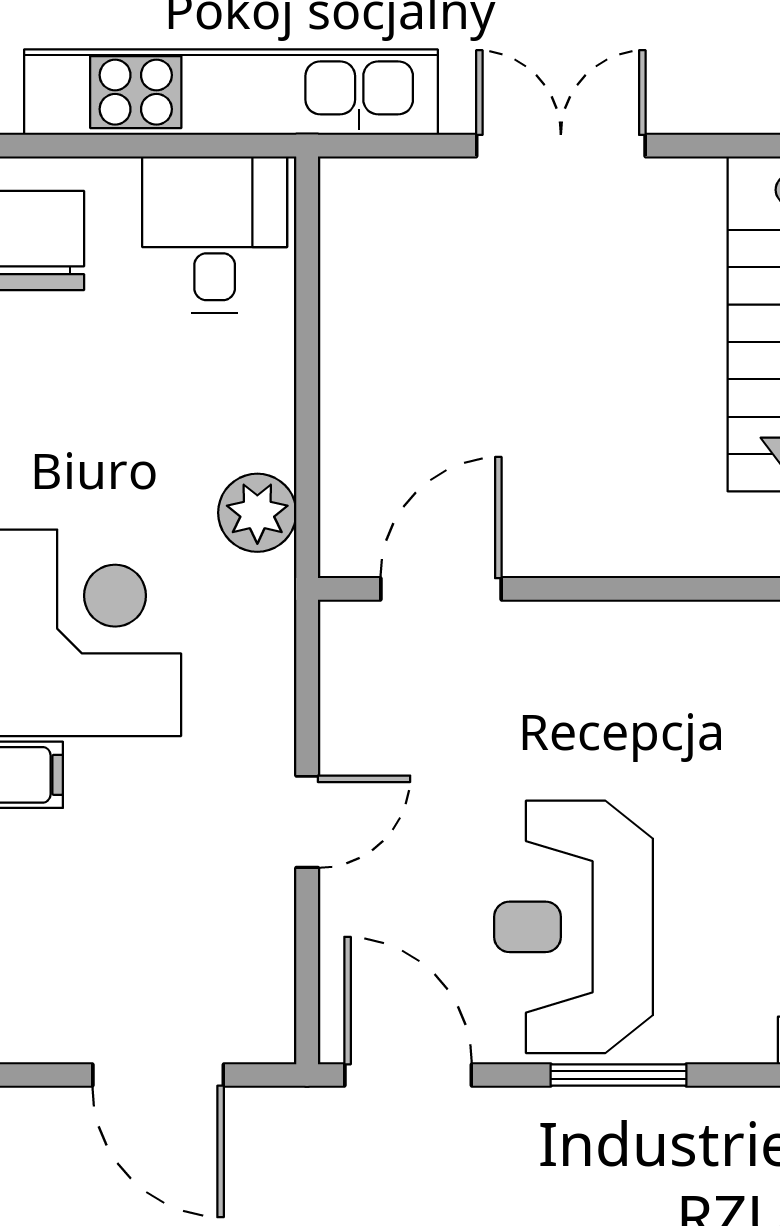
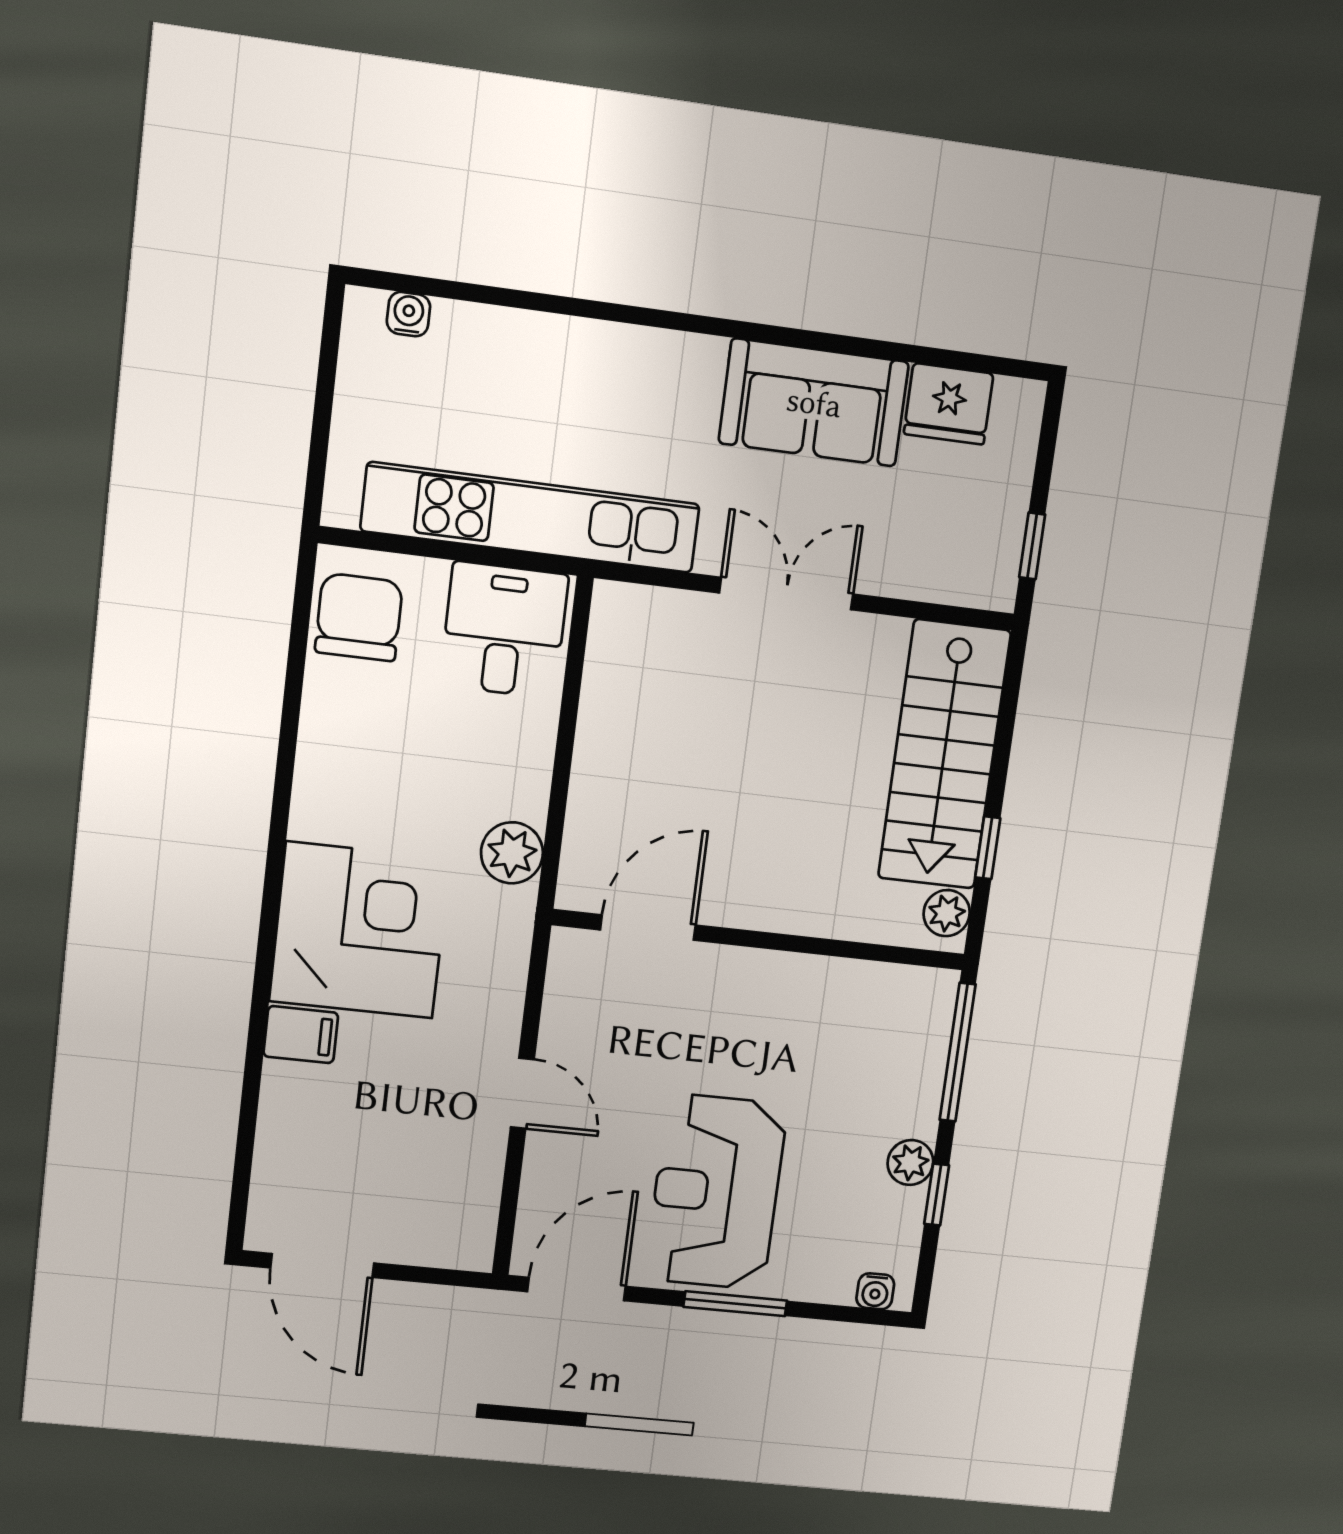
door: (307, 822) -> (522, 1093), hinge flipped
door: (158, 1075) -> (322, 1265), moved
door: (408, 1075) -> (576, 1289), hinge flipped

